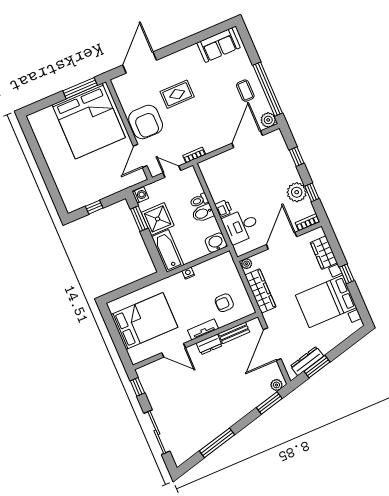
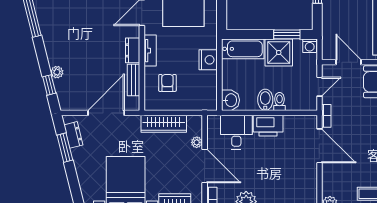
door: (247, 139) -> (319, 146), moved
printer: (223, 208) -> (268, 126), width x1.87, depth x1.48
plant: (247, 264) -> (197, 142), moved
nightstand: (188, 273) -> (208, 60), width x1.89, depth x1.79
door: (272, 344) -> (106, 113), hinge flipped
dresser: (307, 361) -> (73, 135), width x0.70
plant: (276, 385) -> (57, 72), moved
window: (269, 403) -> (49, 85), width x0.67

